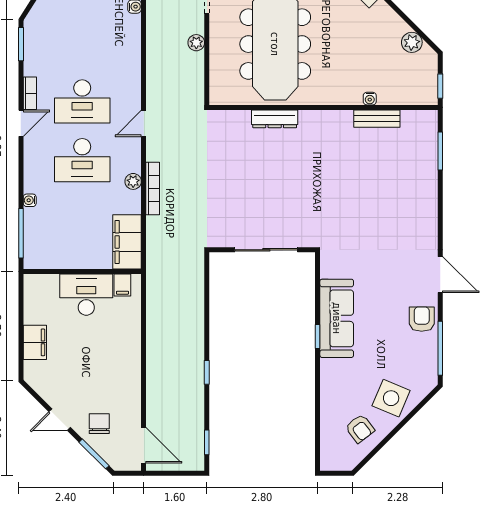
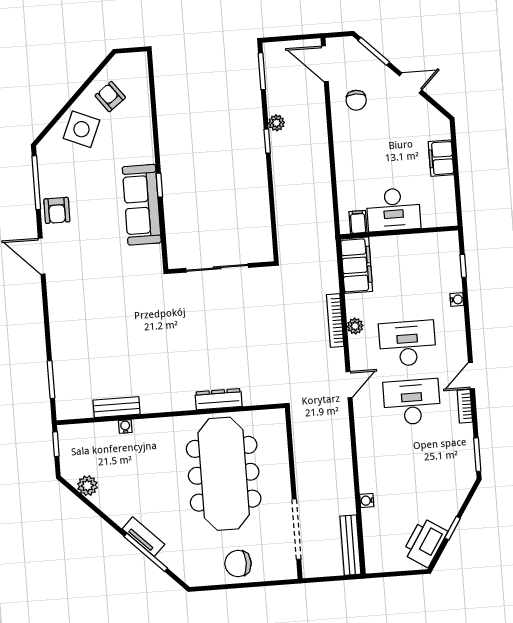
plant: (196, 43) -> (276, 123), moved
window: (21, 233) -> (463, 266), width x0.46
chair: (99, 424) -> (356, 100), moved
window: (207, 442) -> (262, 71), width x1.50

